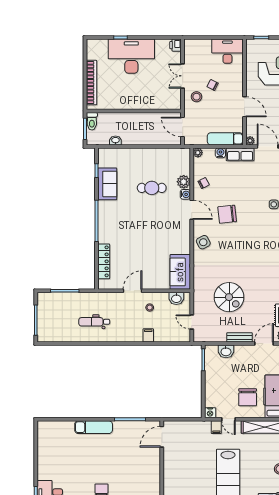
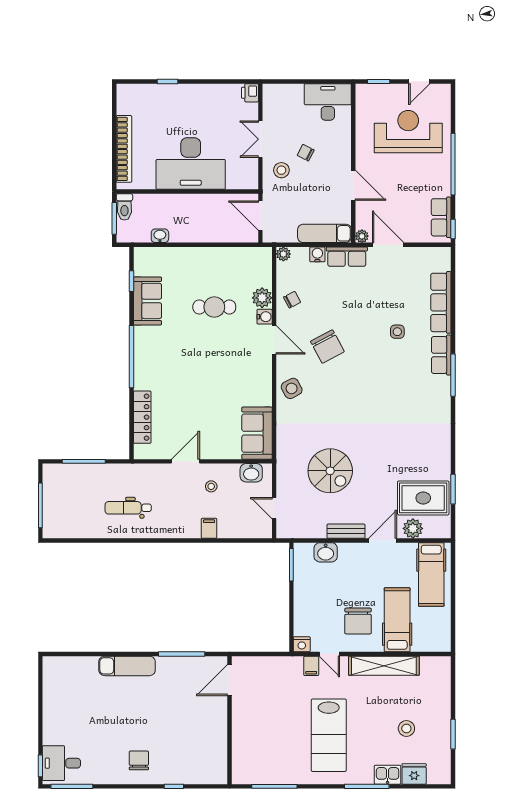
desk: (131, 56) -> (191, 164), moved, turned 180
chair: (227, 214) -> (327, 346), turned -112

